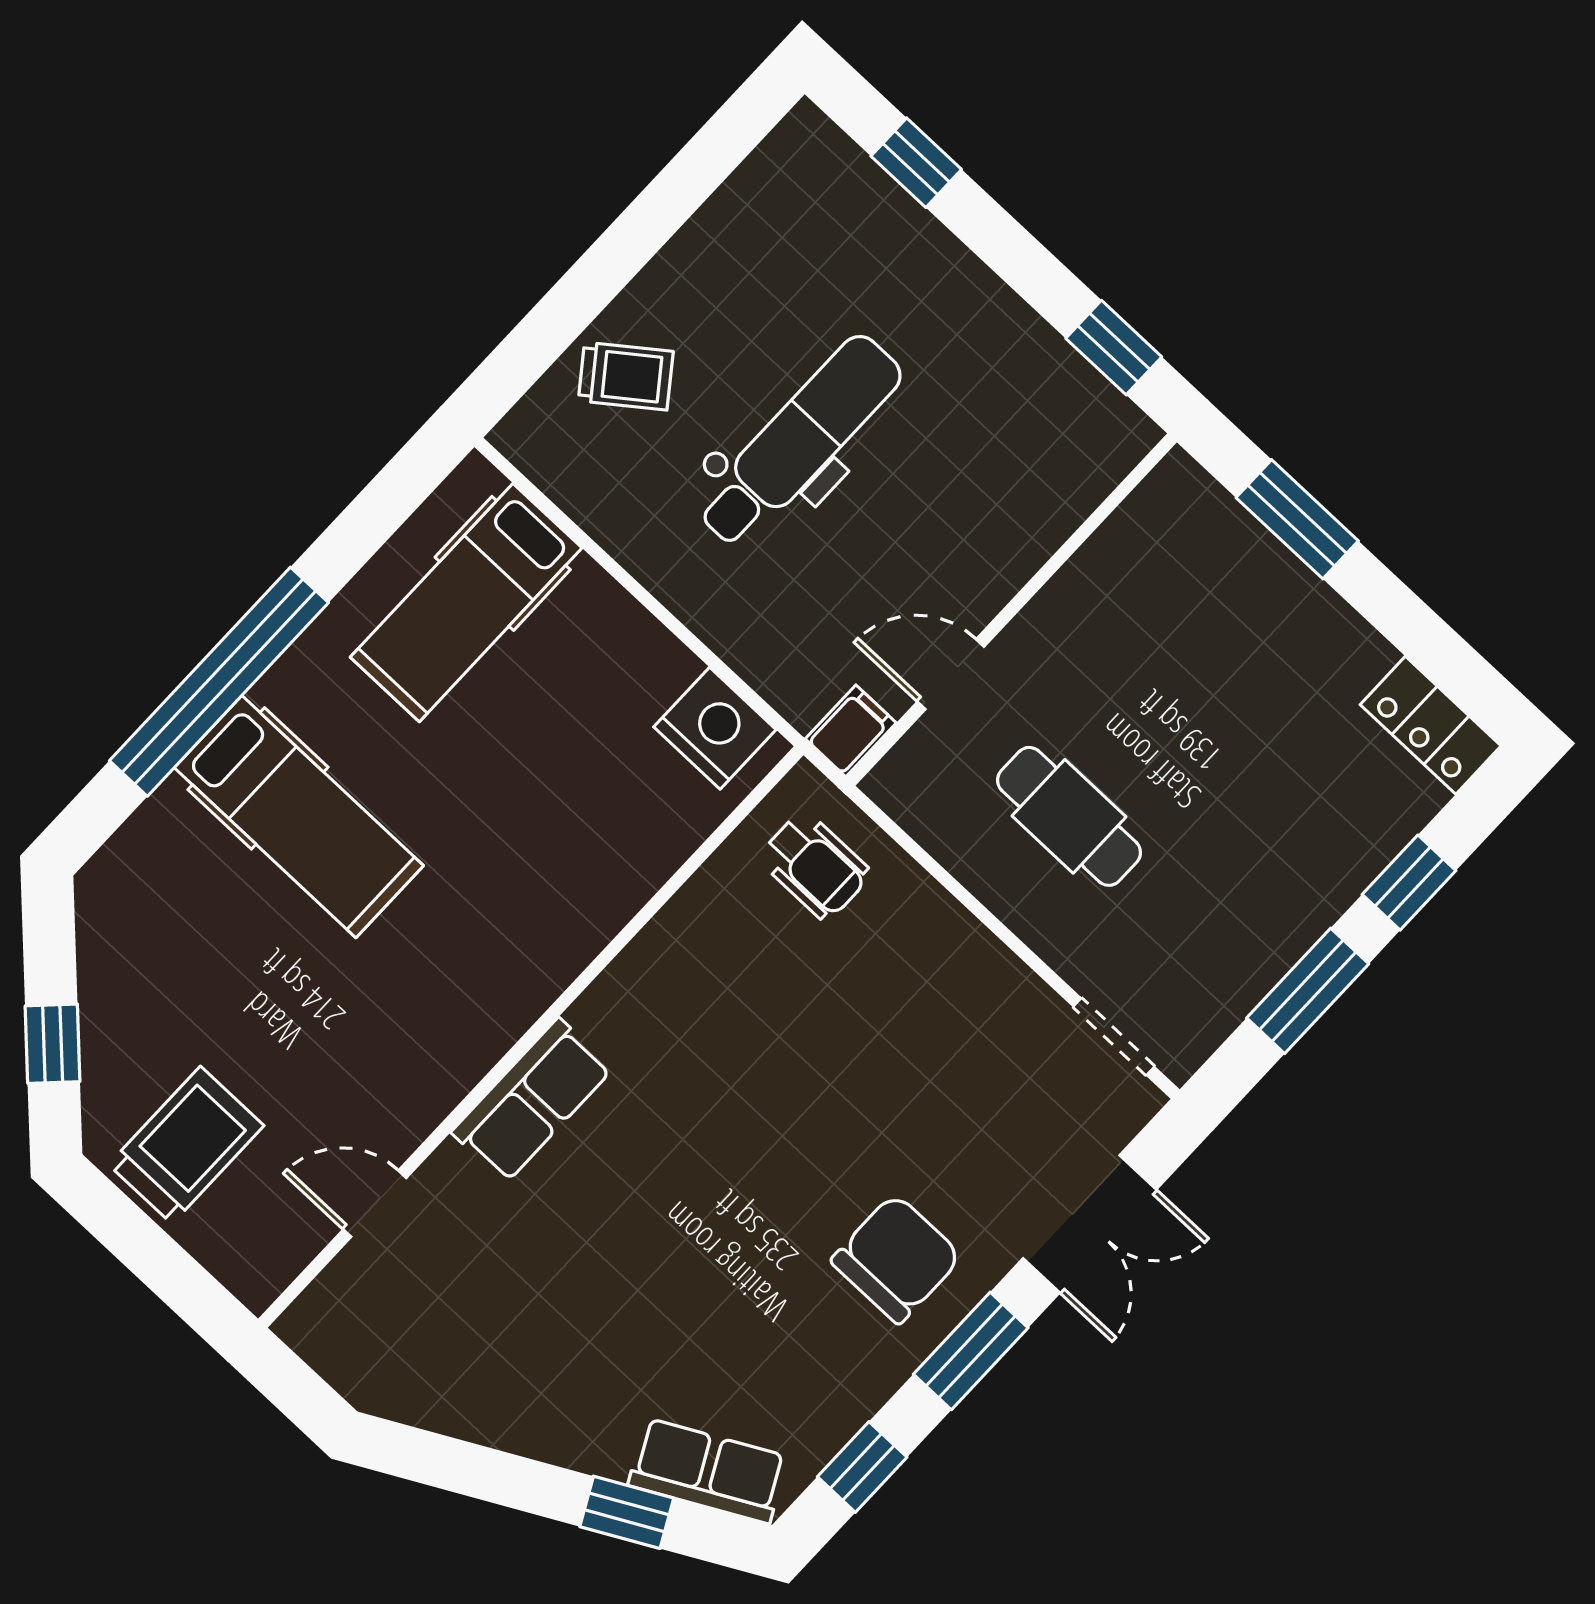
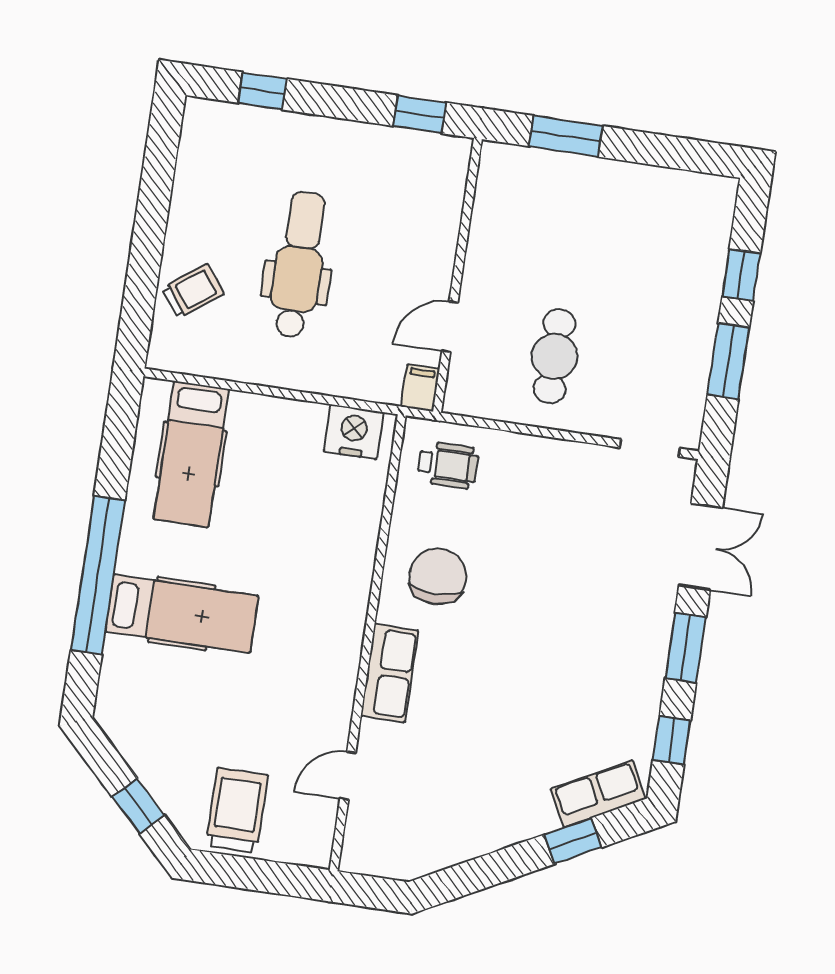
locker: (1431, 725) -> (699, 191), removed
cafe table: (1069, 816) -> (555, 356), turned 90
chair: (897, 1259) -> (438, 576), moved

